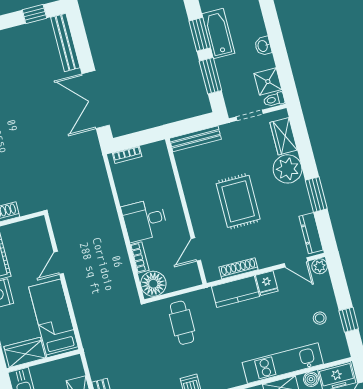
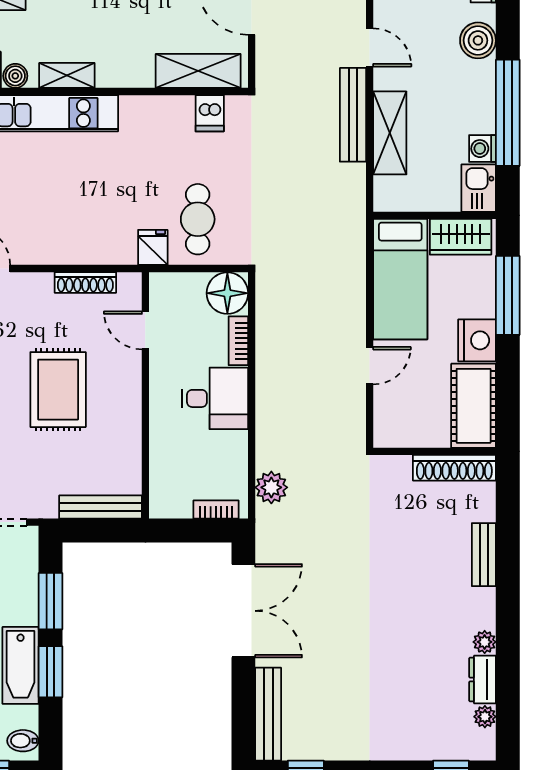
plant: (98, 176) -> (271, 487), added
door: (196, 249) -> (145, 330), swing flipped
fridge: (267, 283) -> (153, 247), moved
kitchen counter: (236, 292) -> (99, 247), removed

